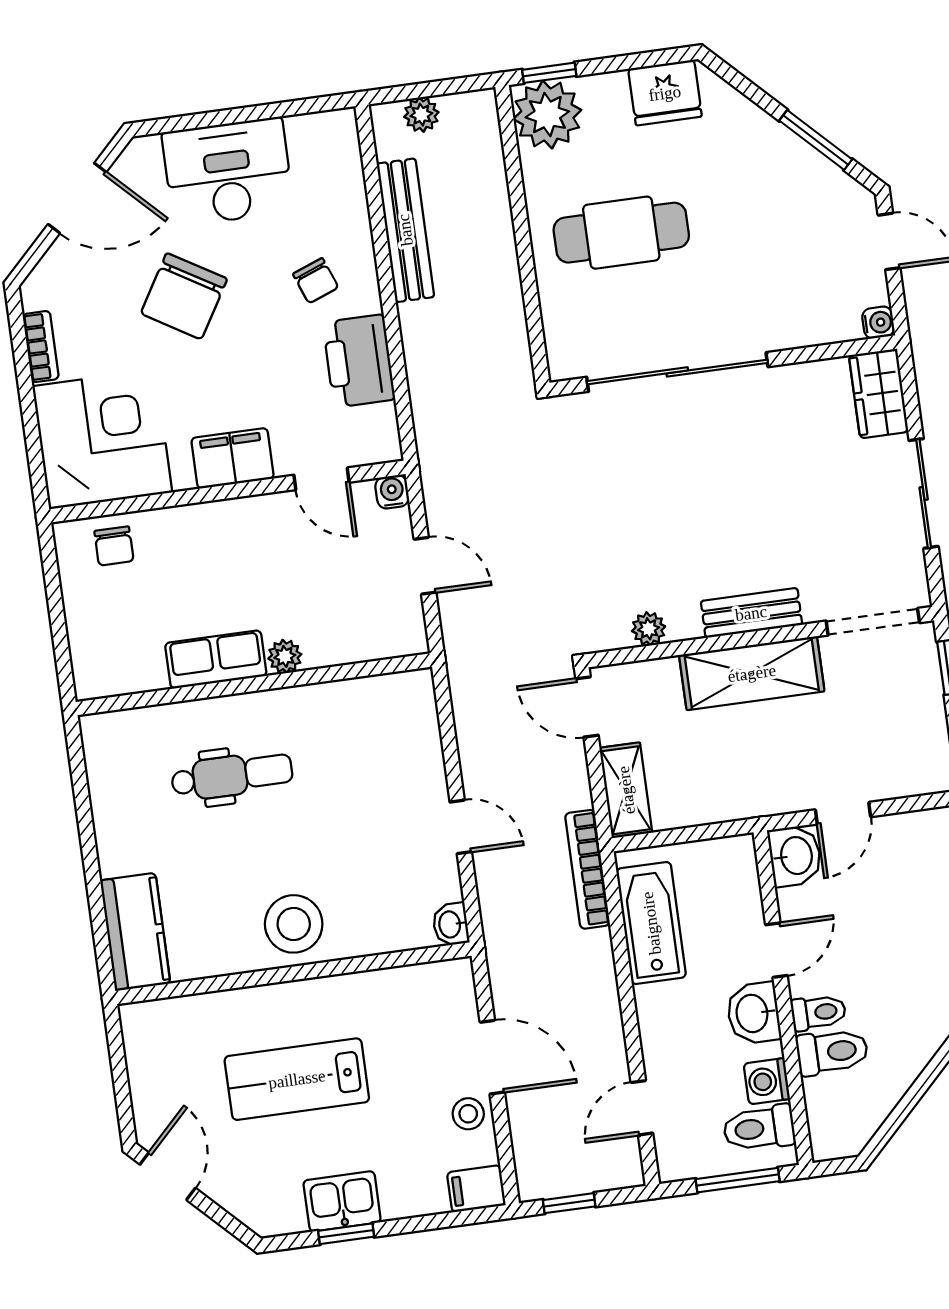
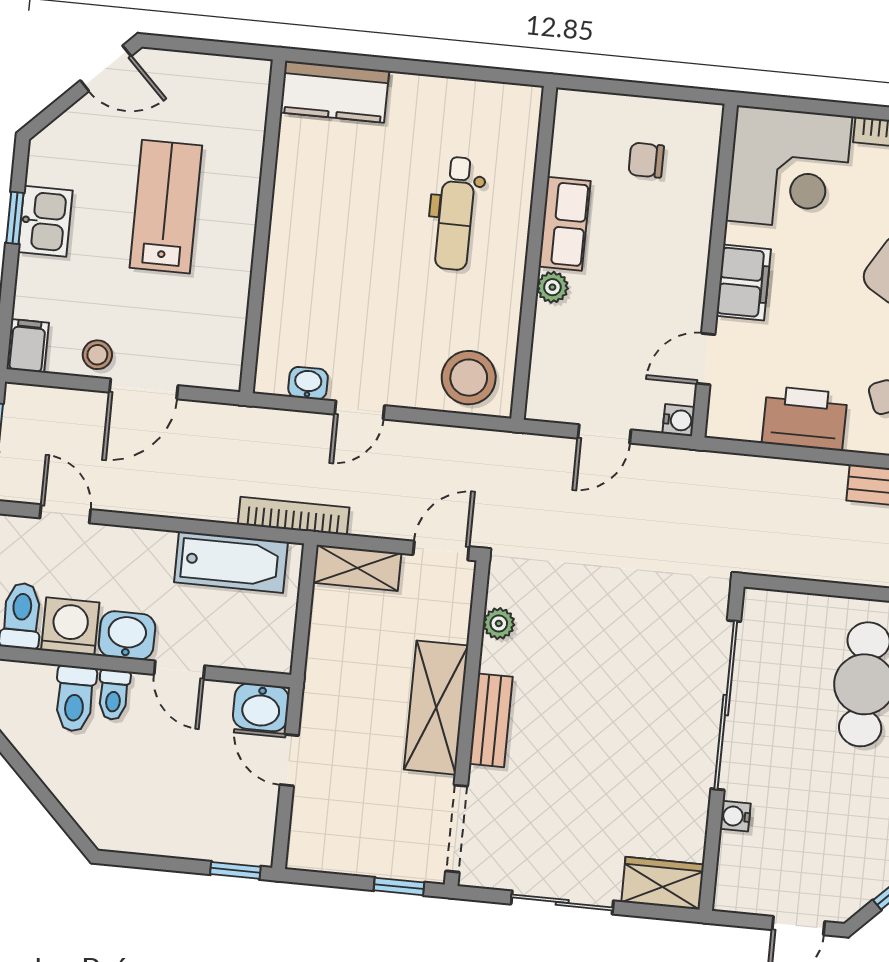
water cooler: (878, 322) -> (735, 816), moved, turned 90
chair: (114, 546) -> (646, 160), moved
stool: (294, 924) -> (469, 378), moved
washbasin: (451, 924) -> (308, 383), moved
washing machine: (767, 1081) -> (70, 626), width x1.38, depth x1.38

